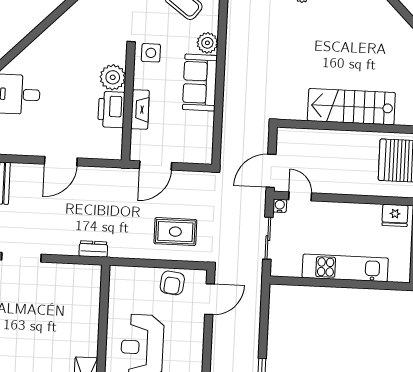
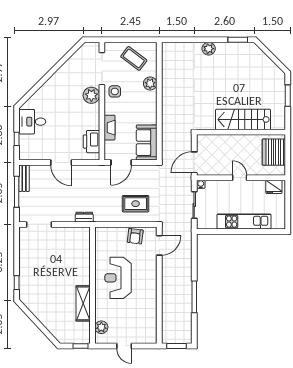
plant: (113, 77) -> (91, 95), moved
sofa: (200, 82) -> (147, 143), moved
printer: (111, 110) -> (91, 142), moved
door: (61, 161) -> (61, 163), hinge flipped
door: (300, 196) -> (240, 178), moved

